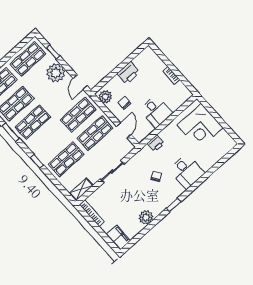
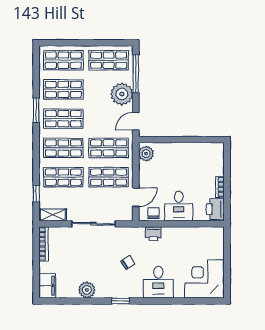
window: (53, 52) -> (136, 74), width x2.17
printer: (129, 73) -> (215, 209), moved, turned 90
chair: (124, 103) -> (153, 213), moved
corner desk: (200, 126) -> (204, 279), moved, turned 90
shop shelf: (49, 141) -> (63, 148), added
window: (37, 161) -> (36, 194), moved
sliding door: (112, 172) -> (93, 224), width x1.37

